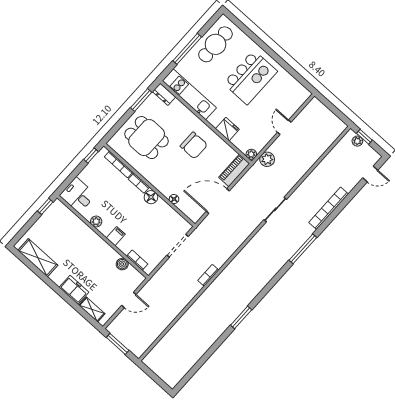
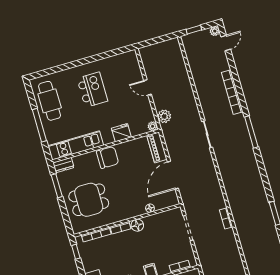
kitchen island: (250, 77) -> (92, 90), width x0.73, depth x0.78
plant: (357, 141) -> (215, 31), moved
chair: (194, 145) -> (108, 157), moved

